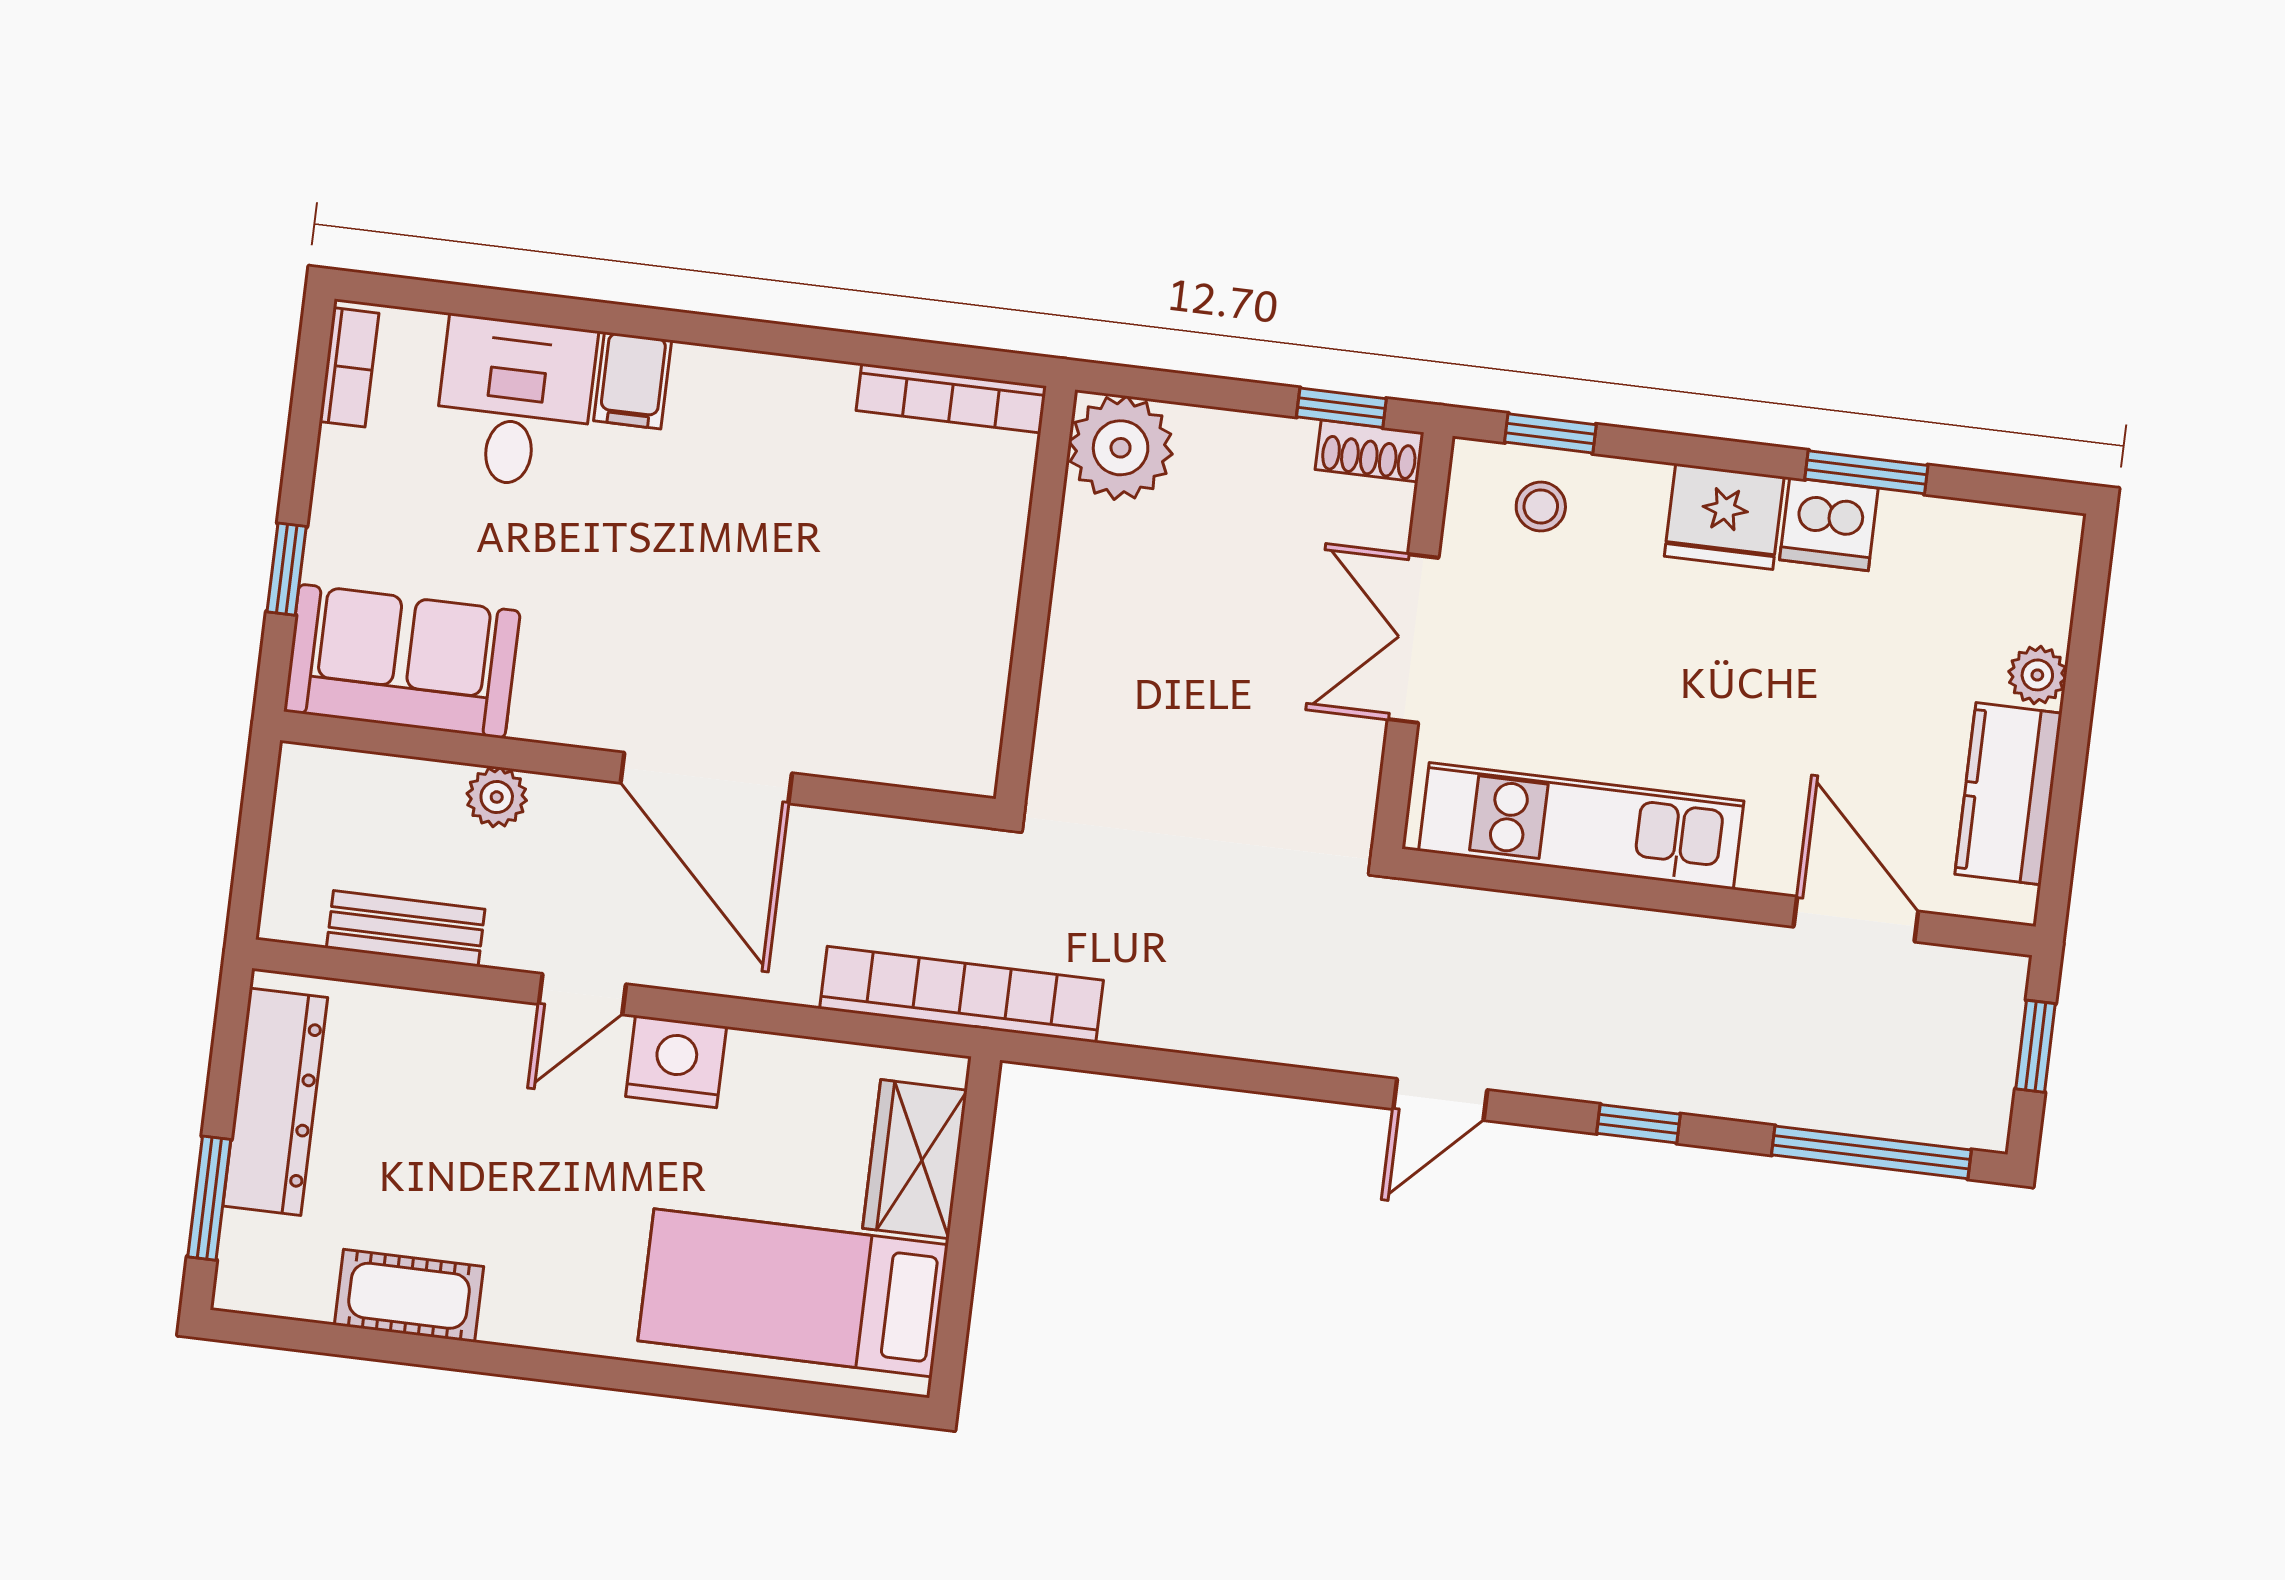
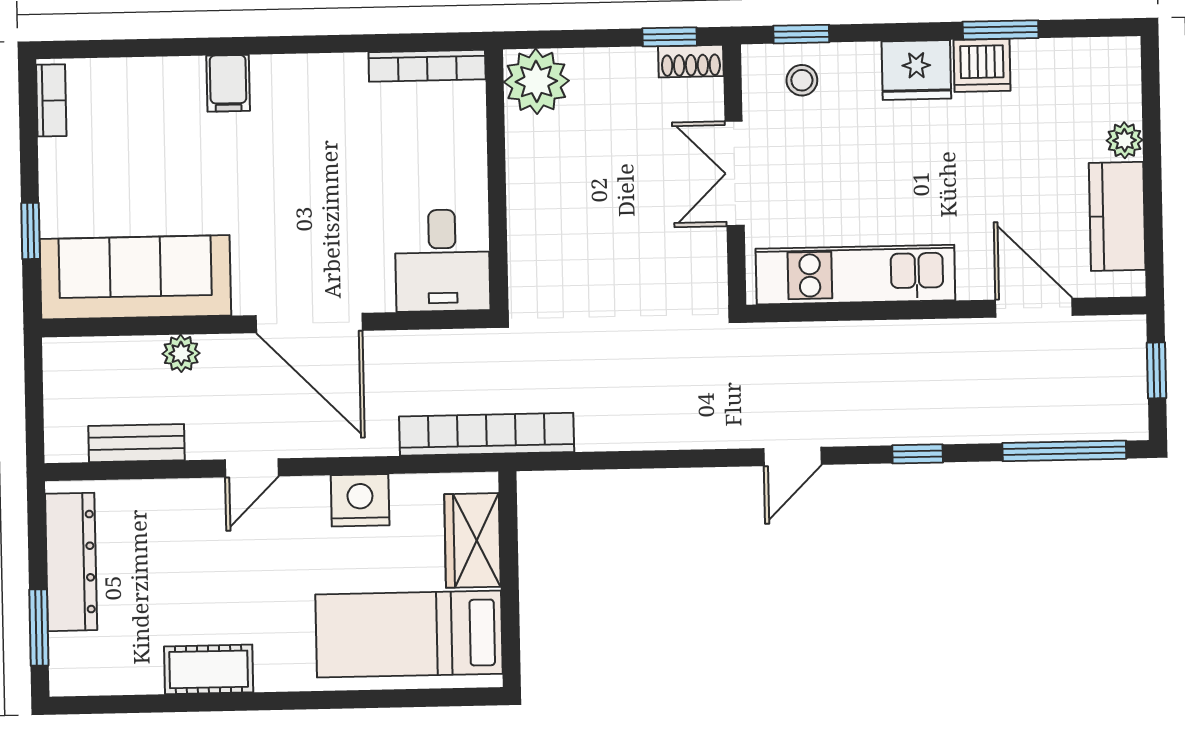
desk: (515, 402) -> (442, 260), moved, turned 180
sofa: (402, 661) -> (135, 277), width x1.36
nightstand: (676, 1062) -> (360, 500), moved
cot: (409, 1296) -> (209, 669), moved

